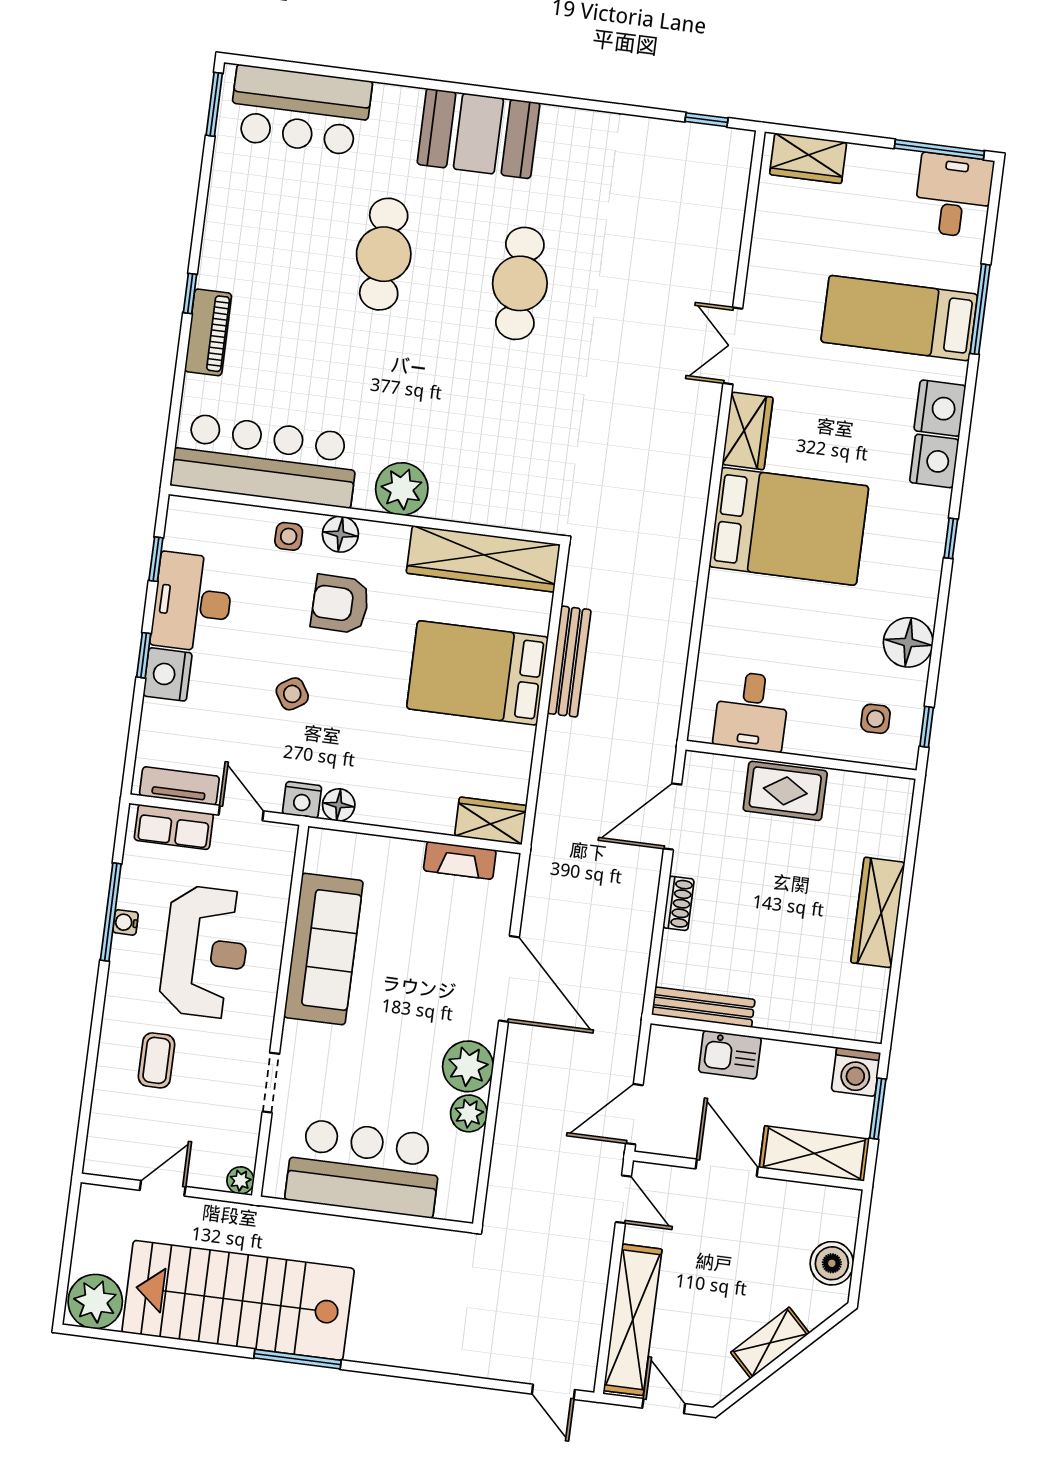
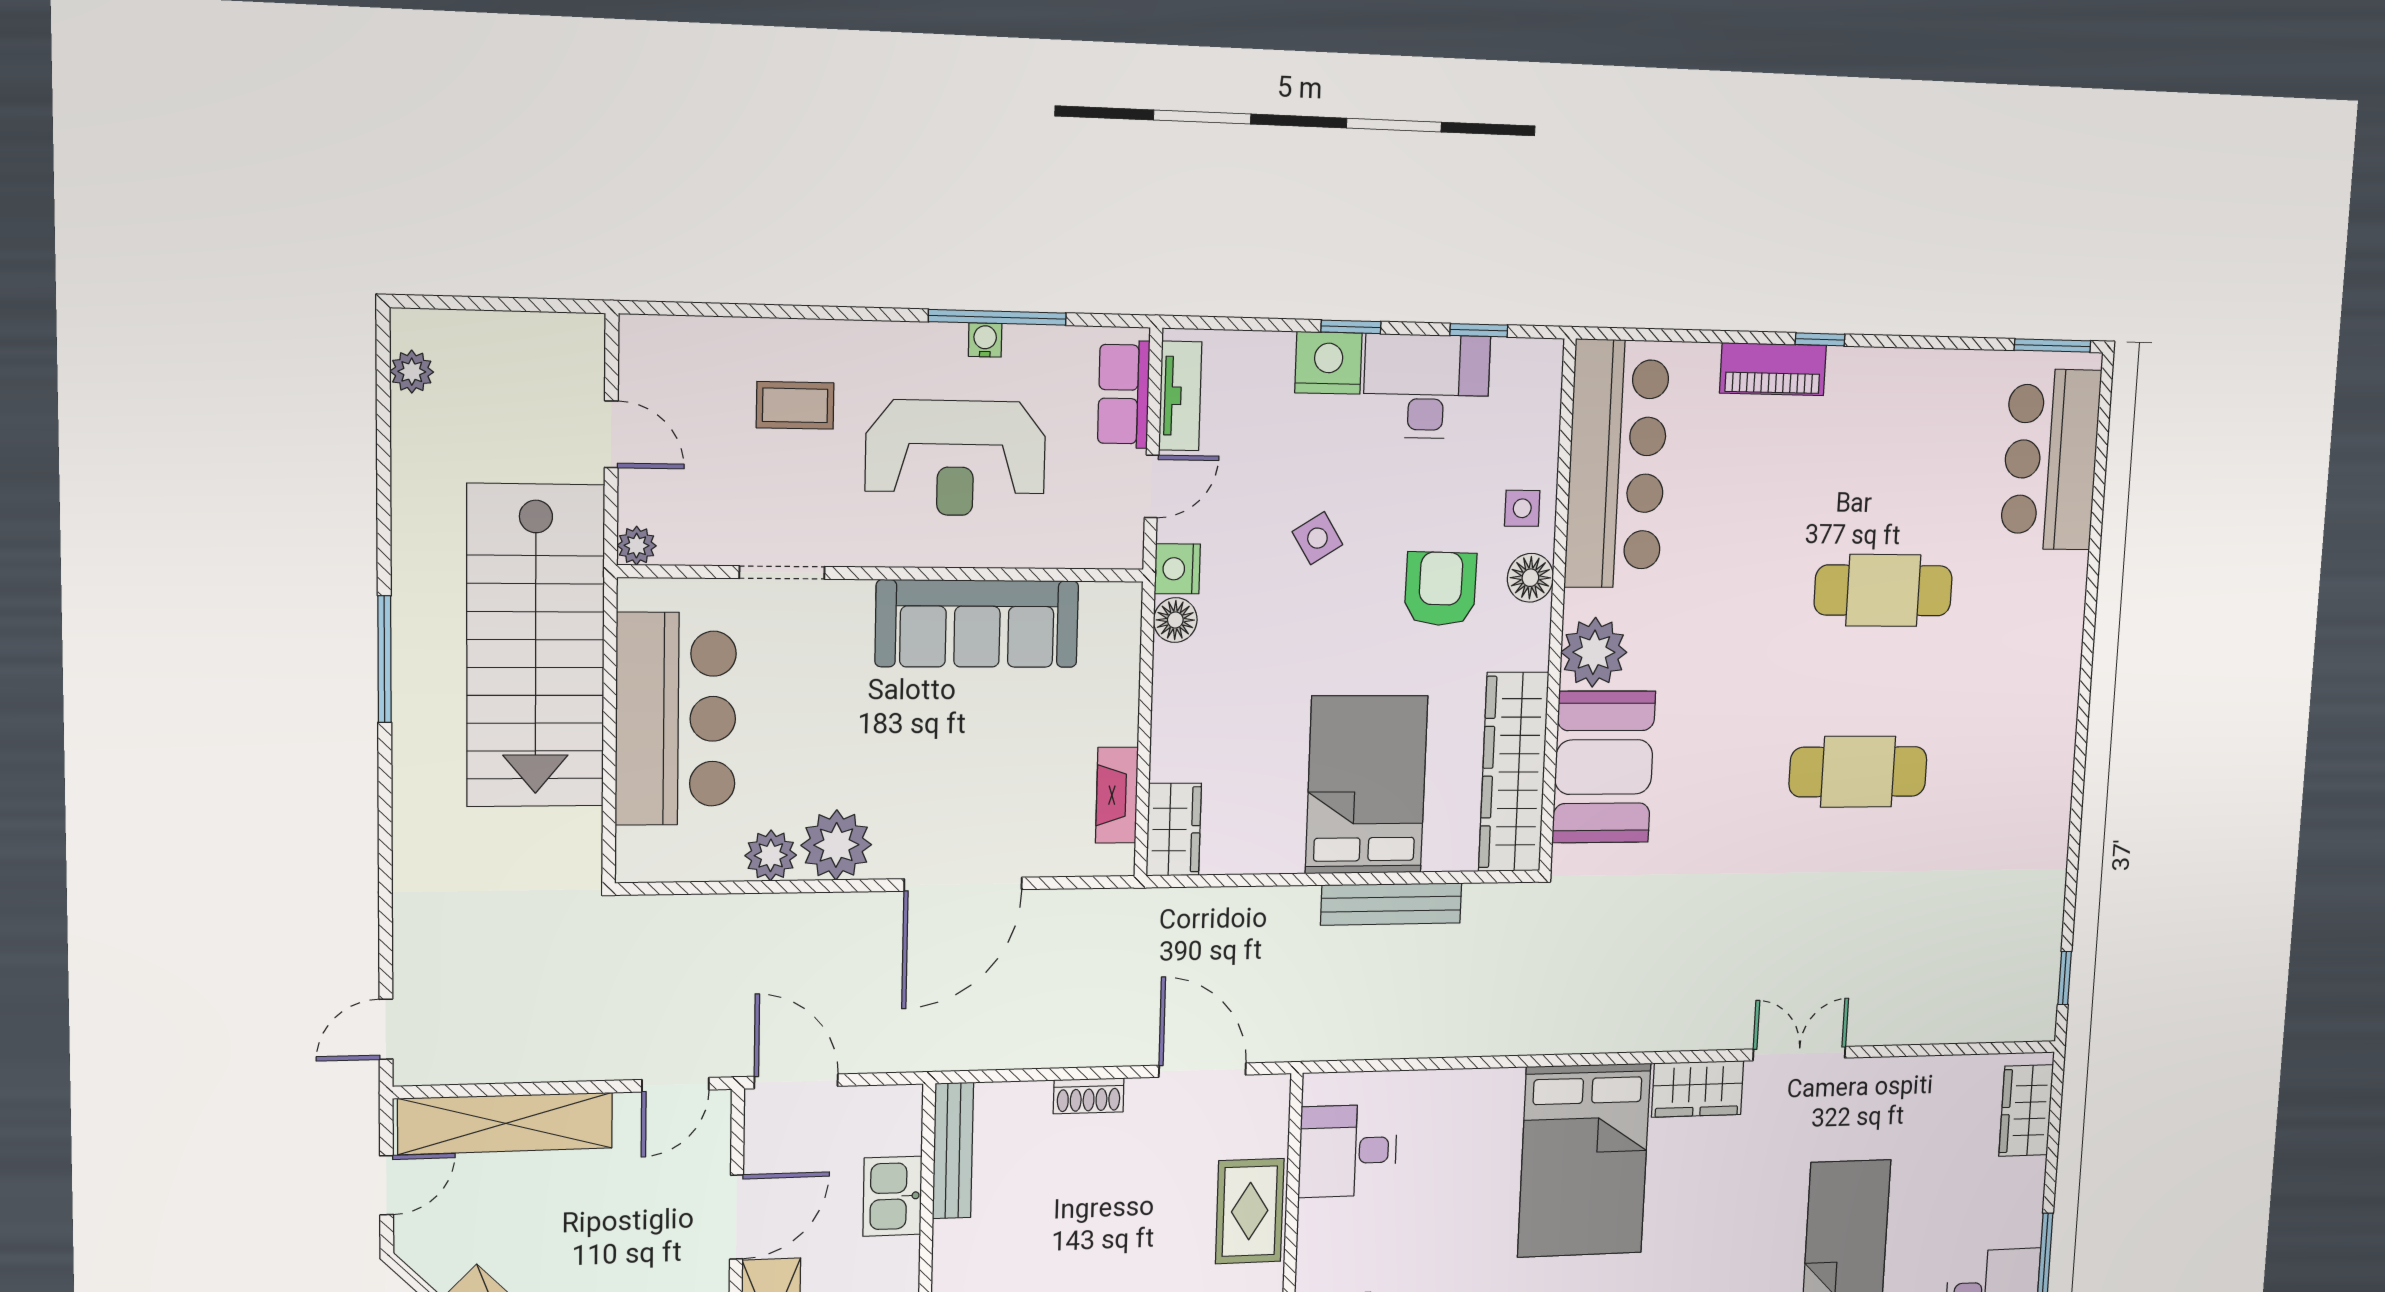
booth: (478, 134) -> (1604, 767), moved
stairs: (238, 1300) -> (536, 646), moved, turned 180
plant: (95, 1301) -> (412, 372), width x0.53, depth x0.53

